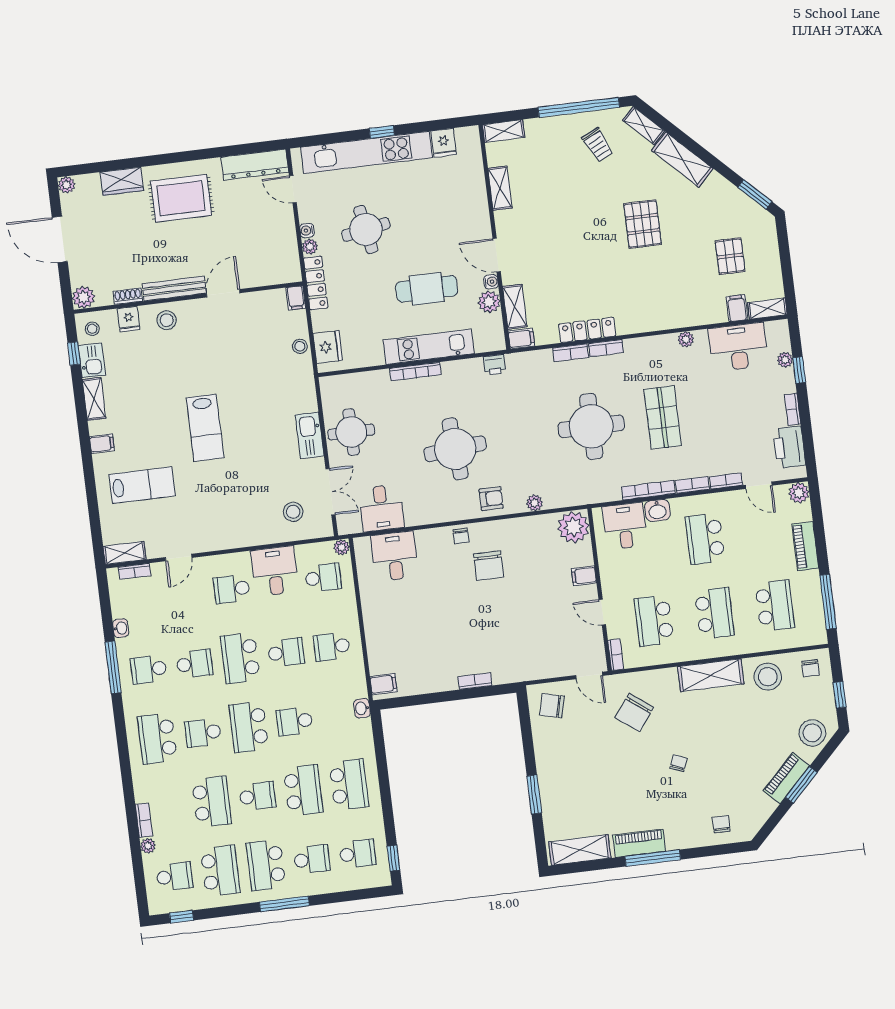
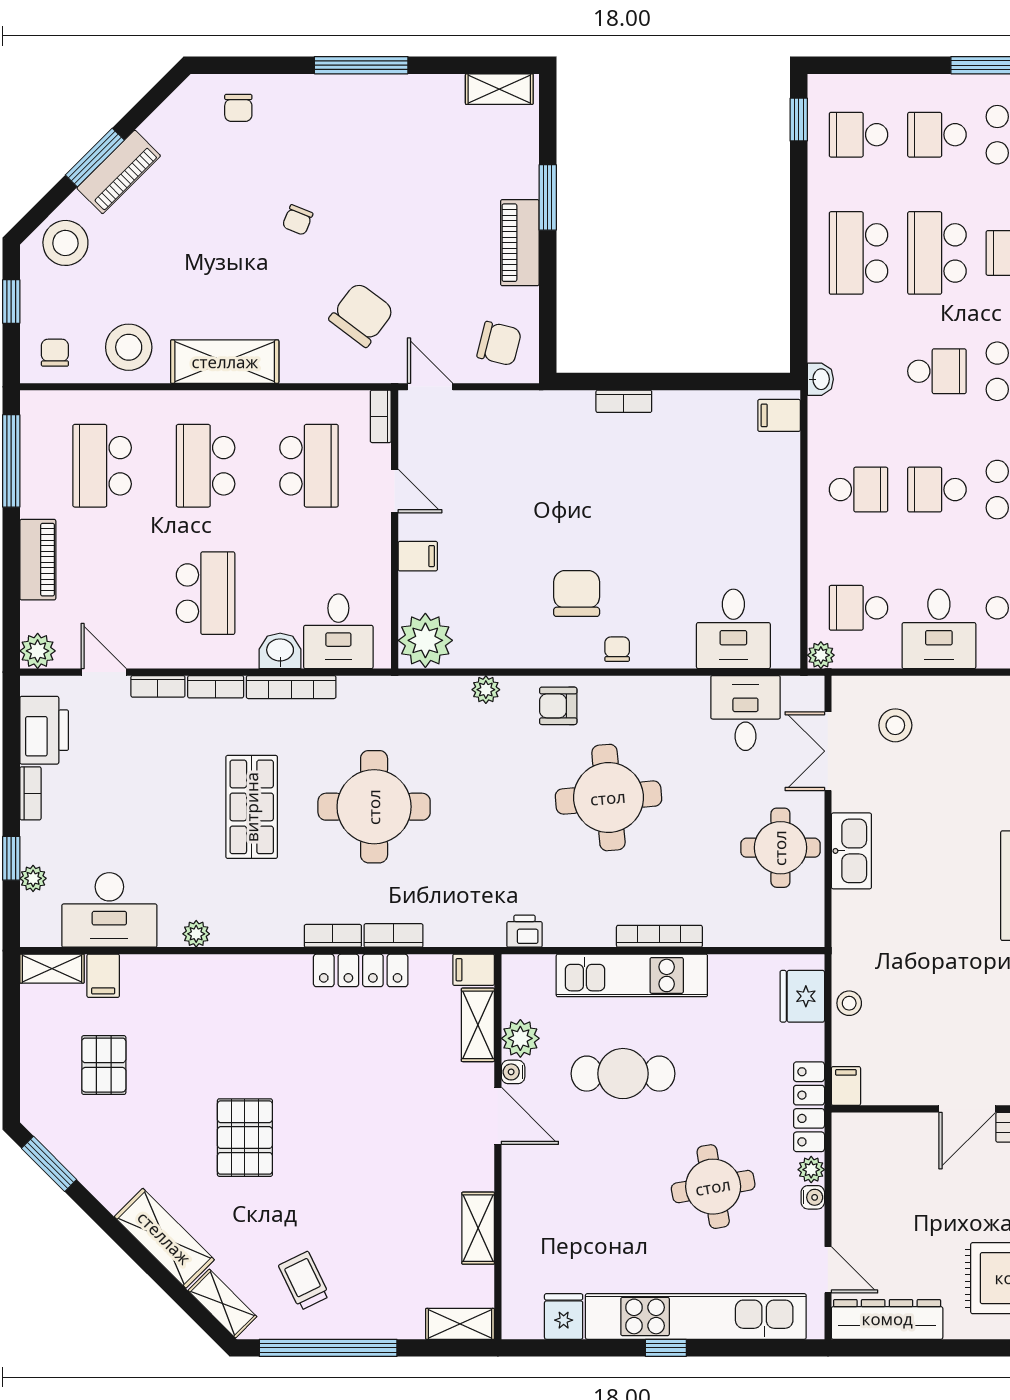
piano: (639, 843) -> (520, 243), moved, turned 90
shelving: (580, 850) -> (499, 89), width x0.67, depth x0.75

